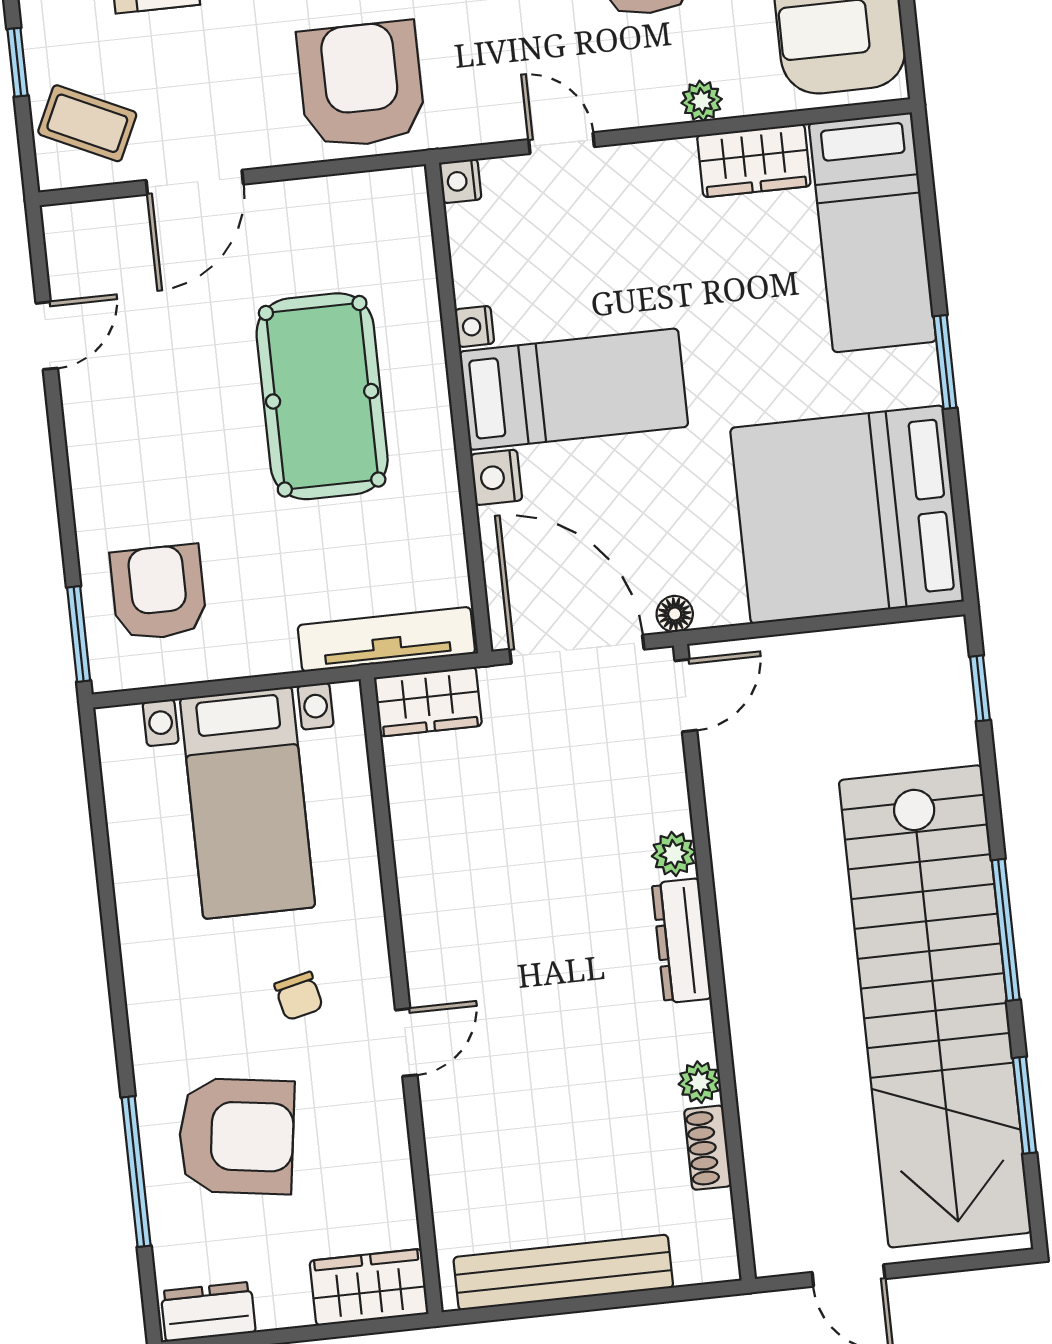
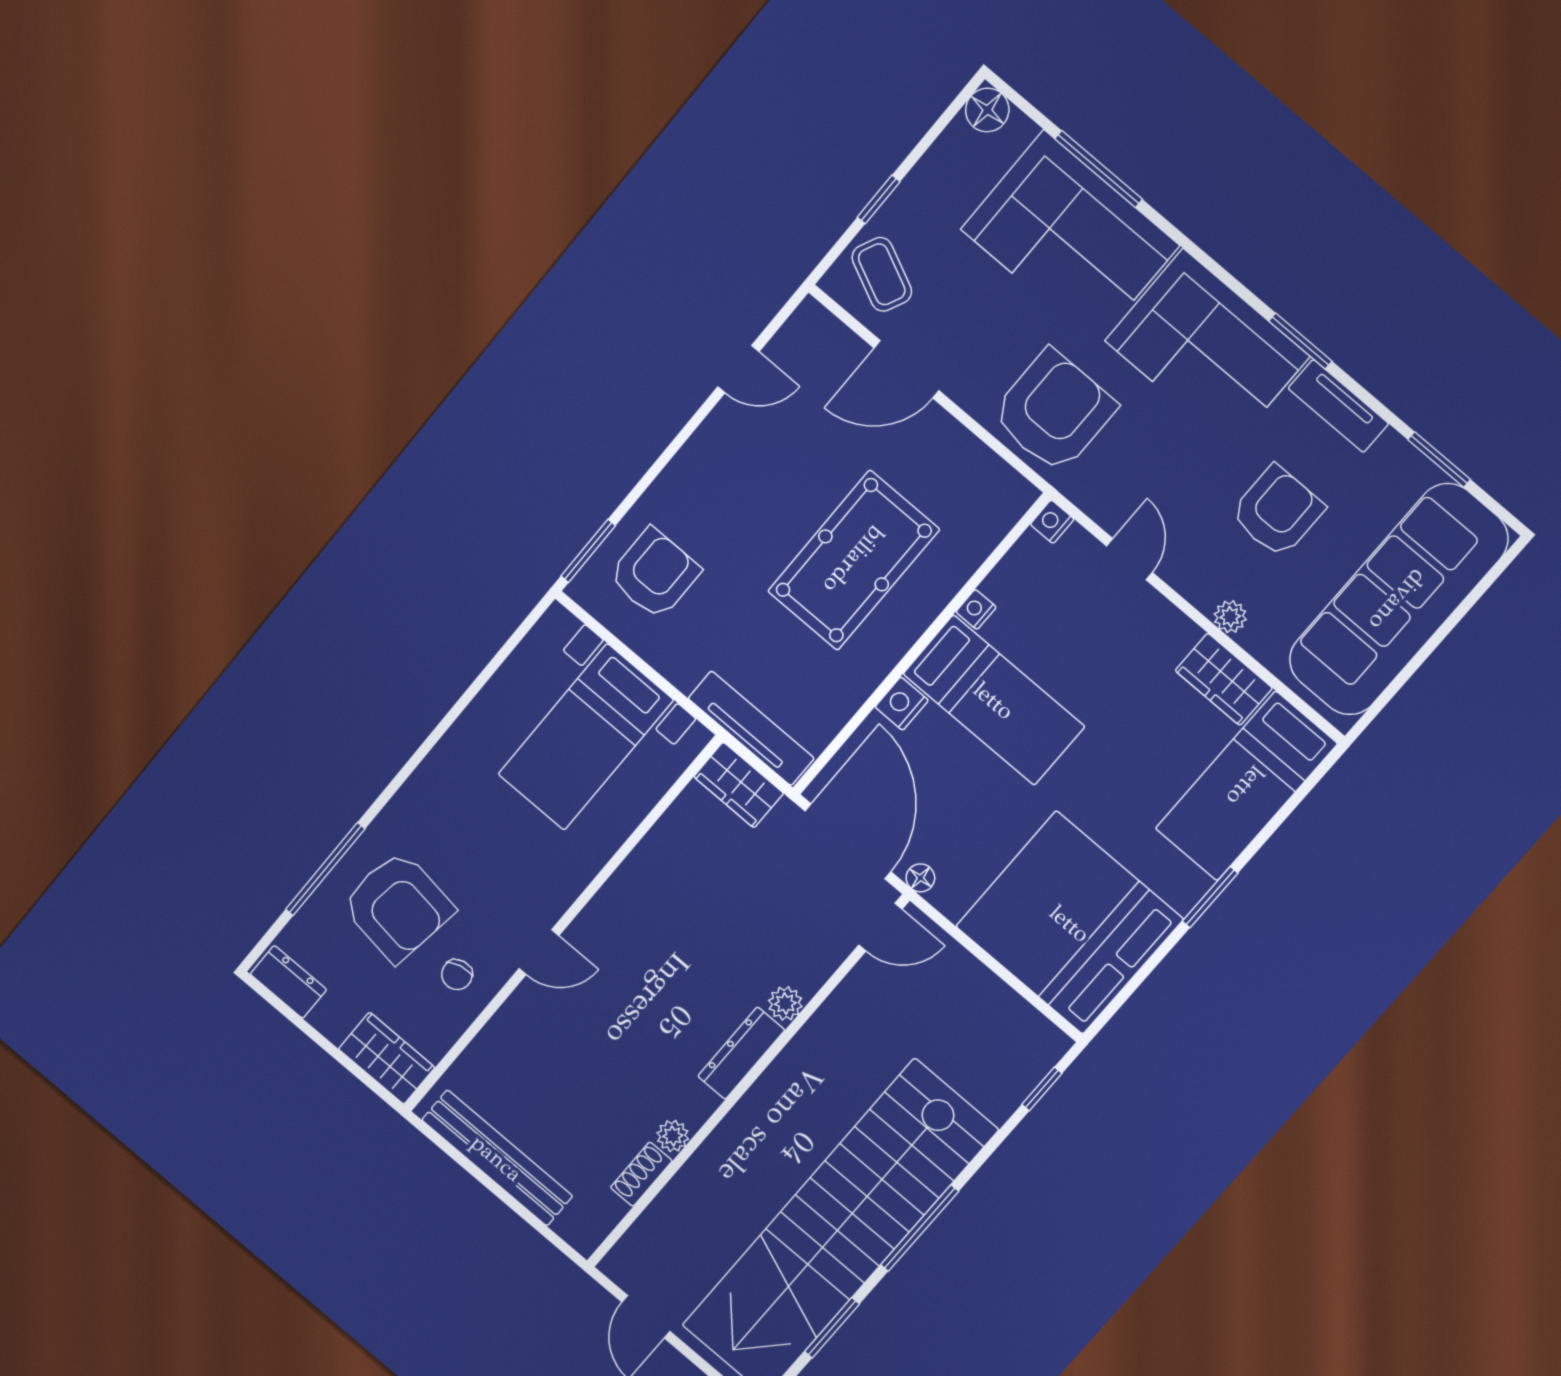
chair: (299, 996) -> (457, 975), moved

